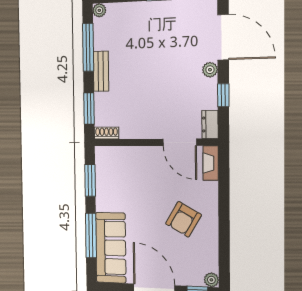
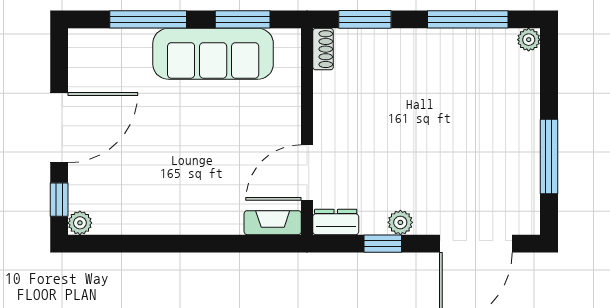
plant: (210, 70) -> (400, 222), moved
bench: (101, 71) -> (427, 41), removed
armchair: (183, 219) -> (179, 178), removed
sofa: (111, 248) -> (213, 54), moved

